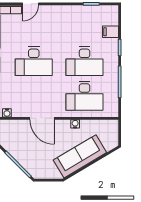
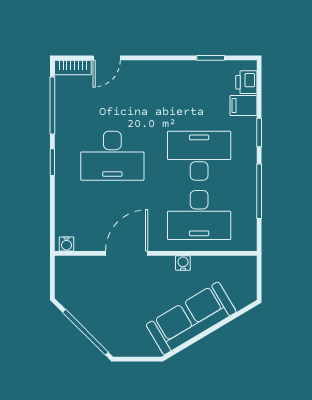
printer: (112, 18) -> (246, 82), added
desk: (85, 61) -> (199, 156), turned 180
door: (42, 118) -> (127, 253), swing flipped

